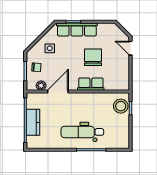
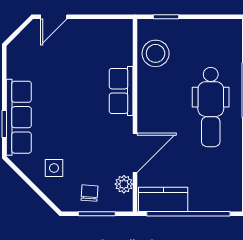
chair: (93, 57) -> (71, 87), removed
door: (58, 92) -> (135, 153), swing flipped
stool: (121, 106) -> (156, 53), moved
kitchen counter: (33, 122) -> (163, 199), moved

